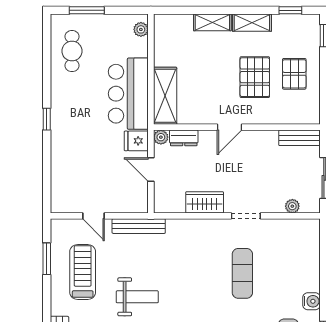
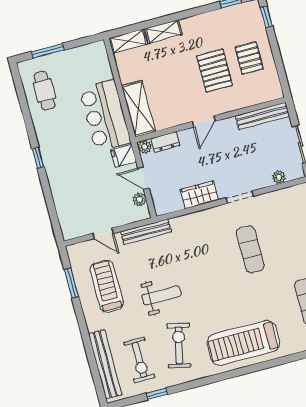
shelving: (252, 23) -> (128, 41), moved
plant: (141, 29) -> (139, 199), moved
bench: (300, 138) -> (262, 116), width x1.36

